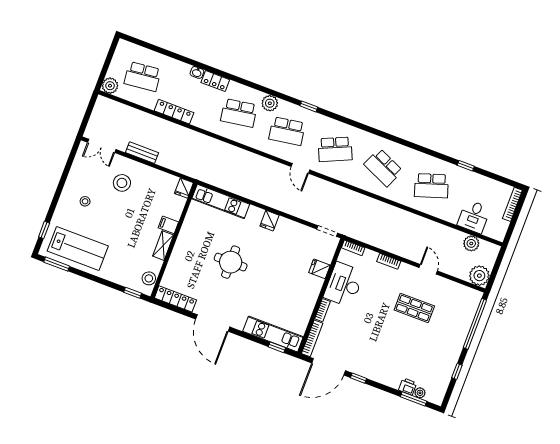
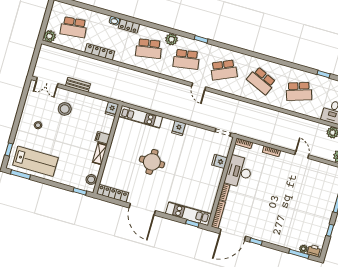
shop shelf: (414, 308) -> (294, 185), removed
printer: (408, 387) -> (314, 251), moved

